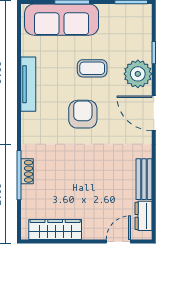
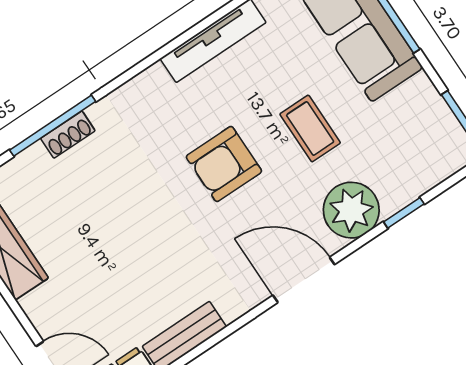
door: (154, 113) -> (304, 280), hinge flipped
armchair: (83, 114) -> (224, 164), turned 180

